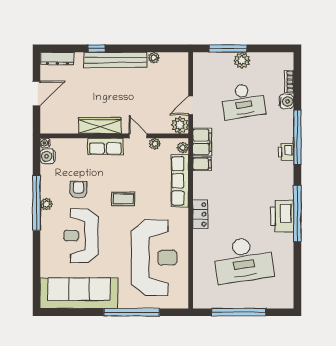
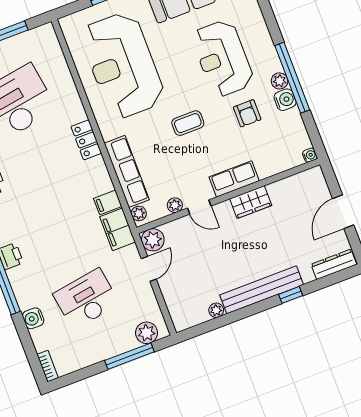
plant: (242, 60) -> (147, 333), moved
bookcase: (289, 82) -> (48, 366), moved
wardrobe: (100, 125) -> (251, 202), width x0.67
water cooler: (48, 156) -> (285, 100), moved
reception desk: (81, 236) -> (223, 58), turned 180

